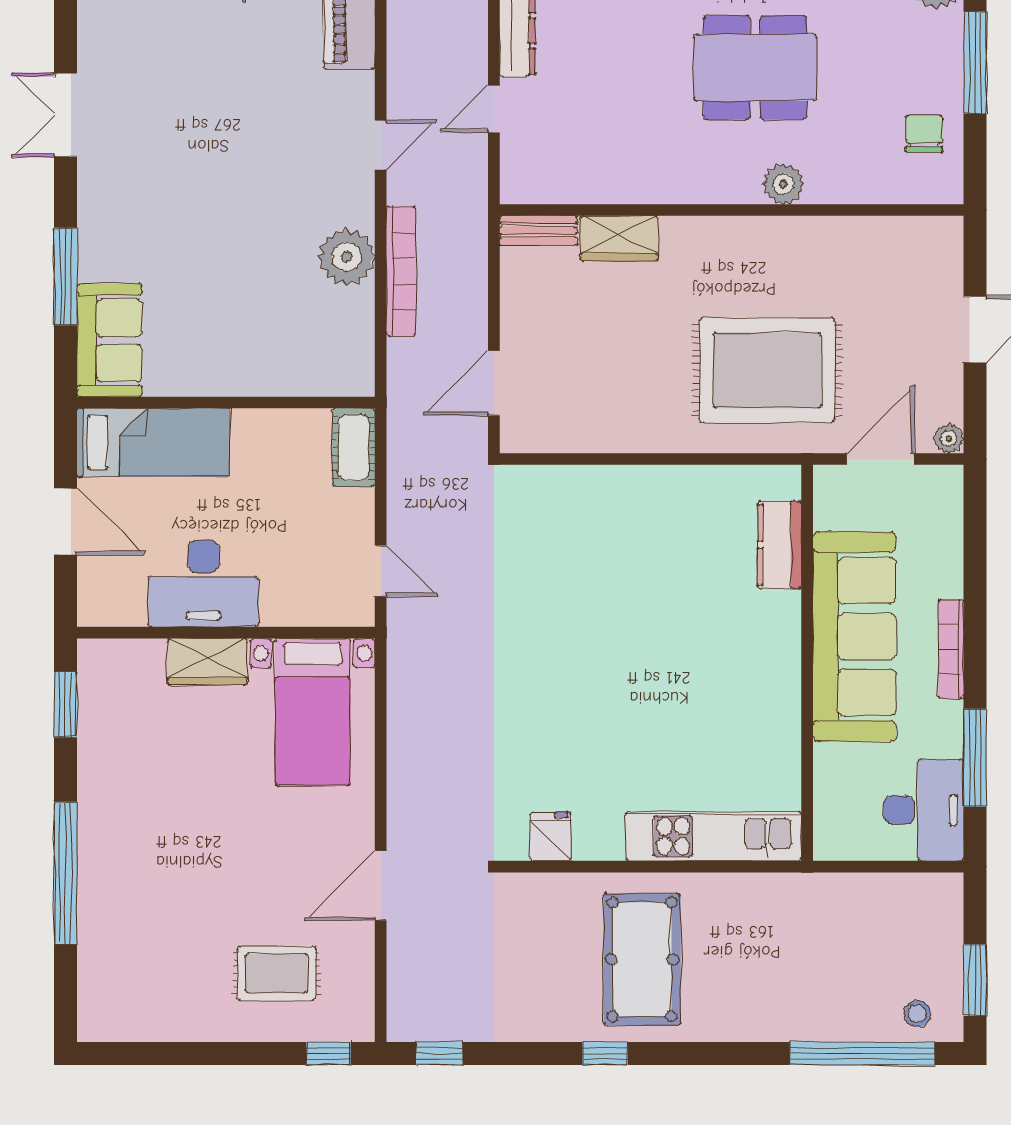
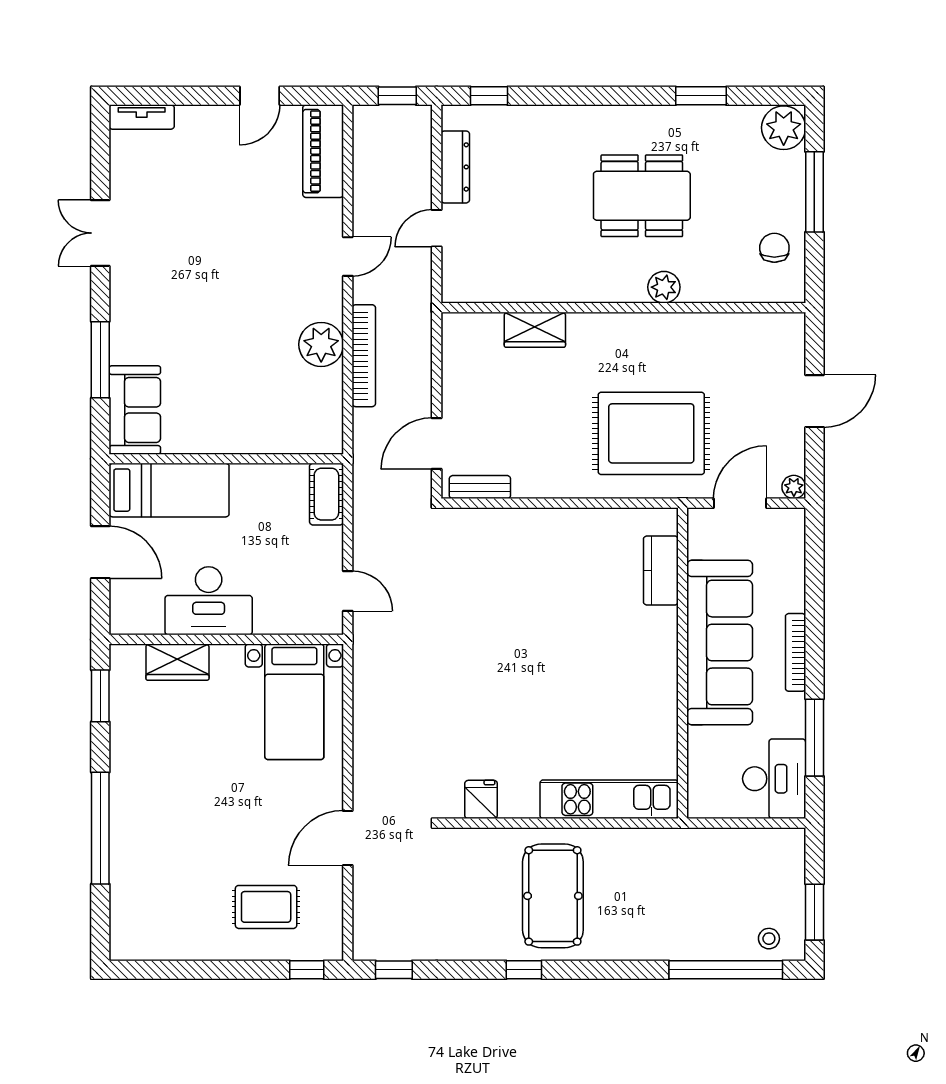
bench: (538, 230) -> (480, 487), moved
wardrobe: (207, 662) -> (177, 662), moved

